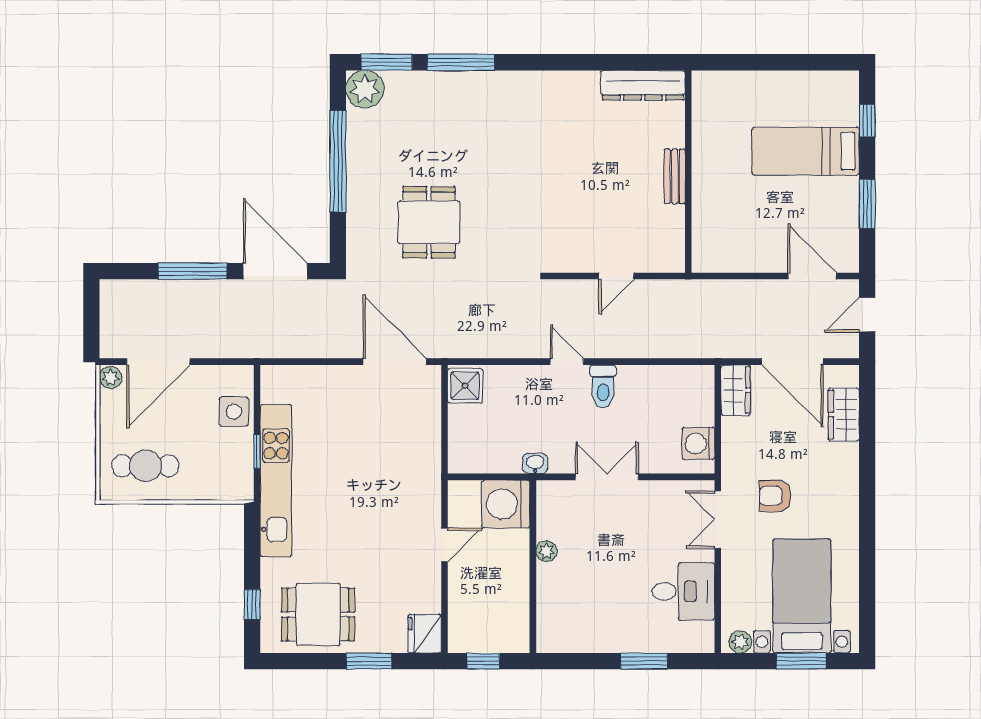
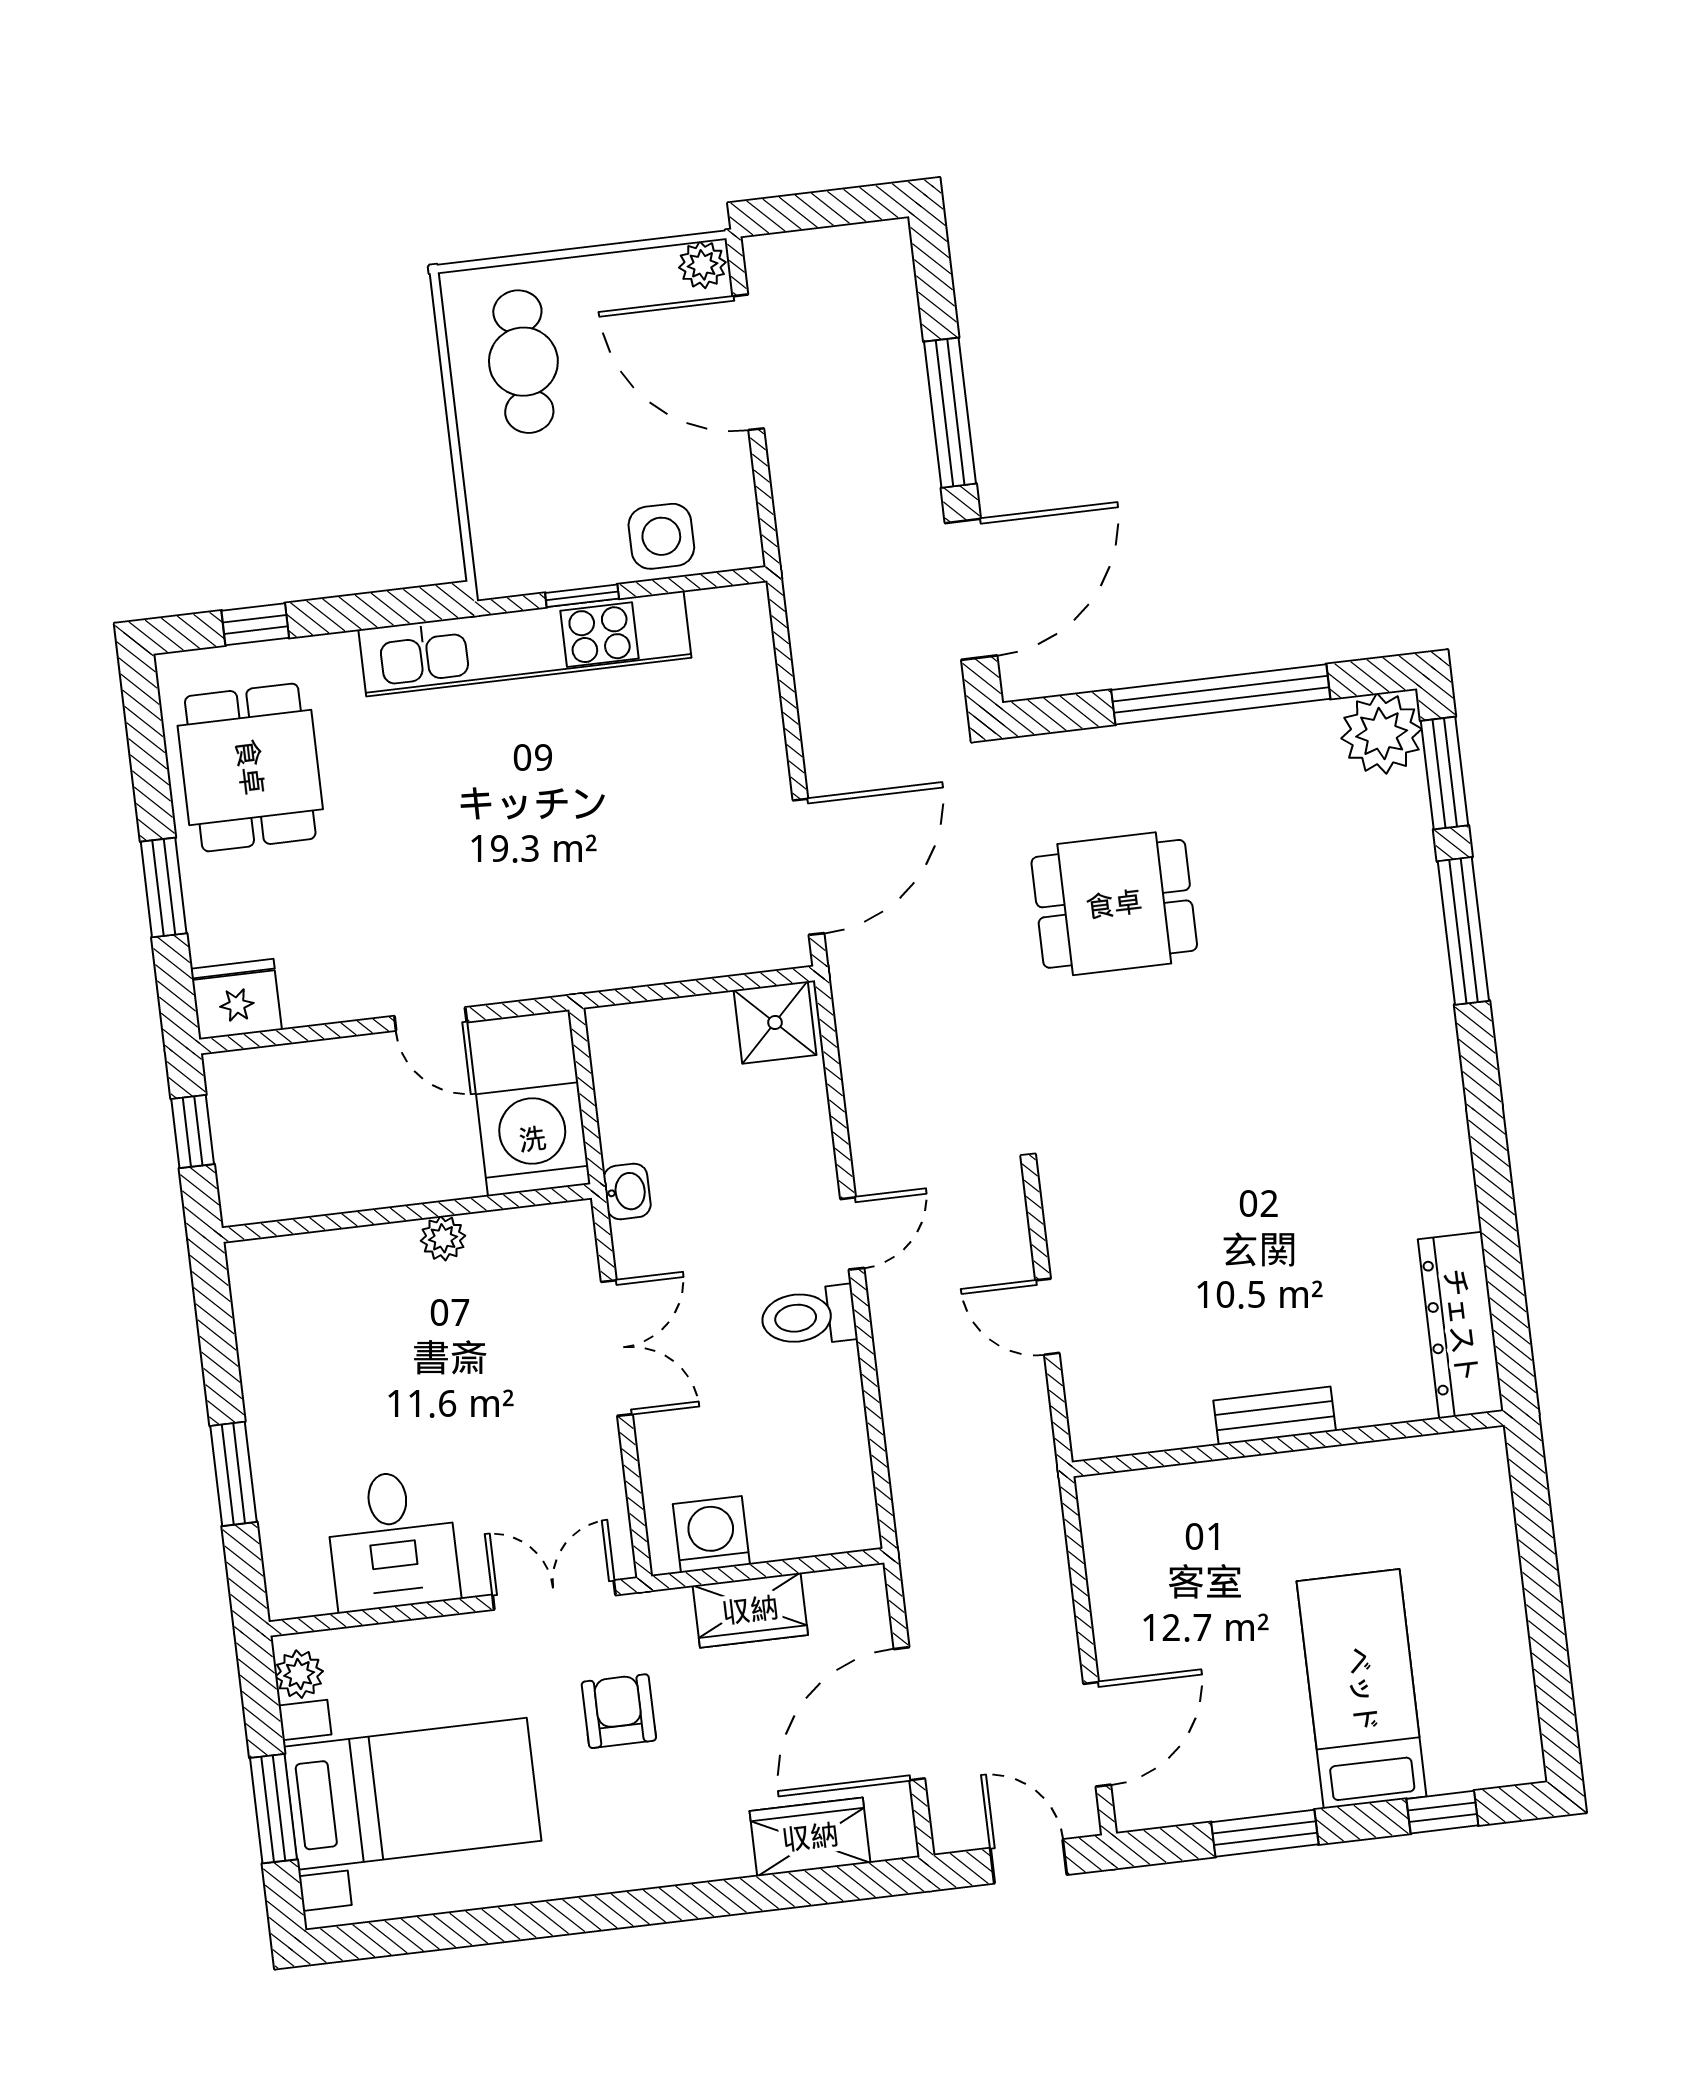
wardrobe: (736, 390) -> (750, 1610), moved

